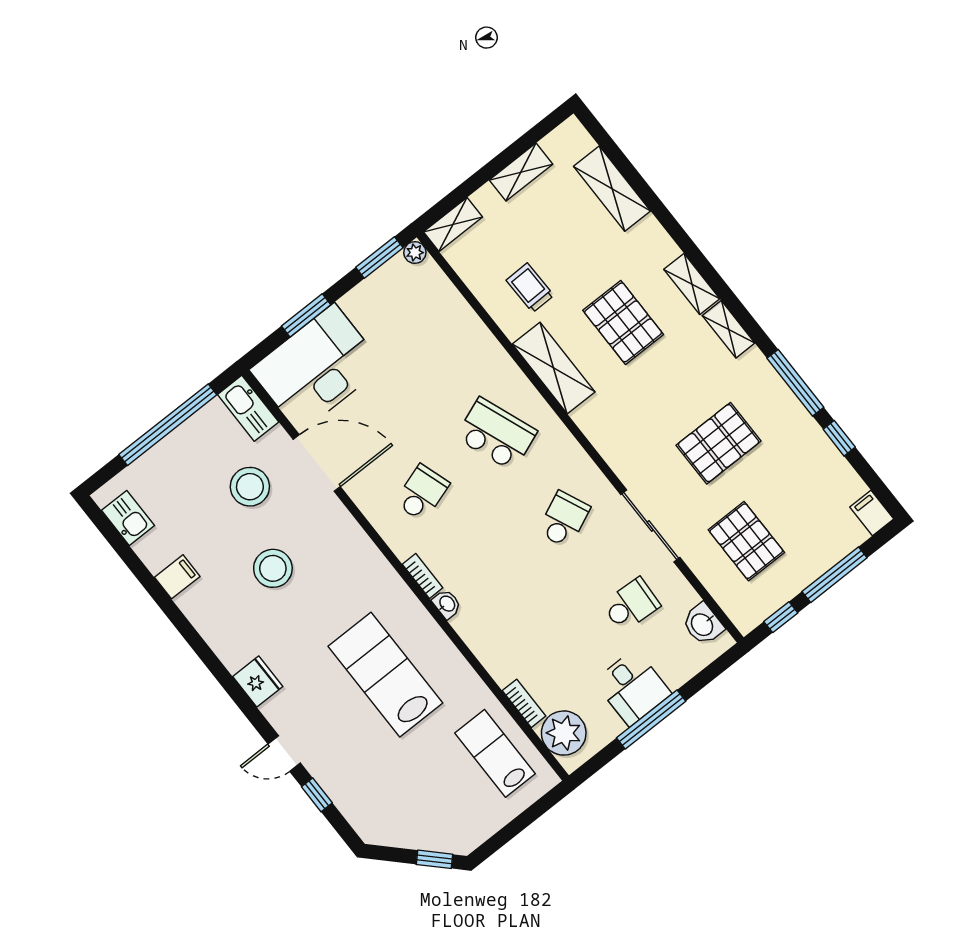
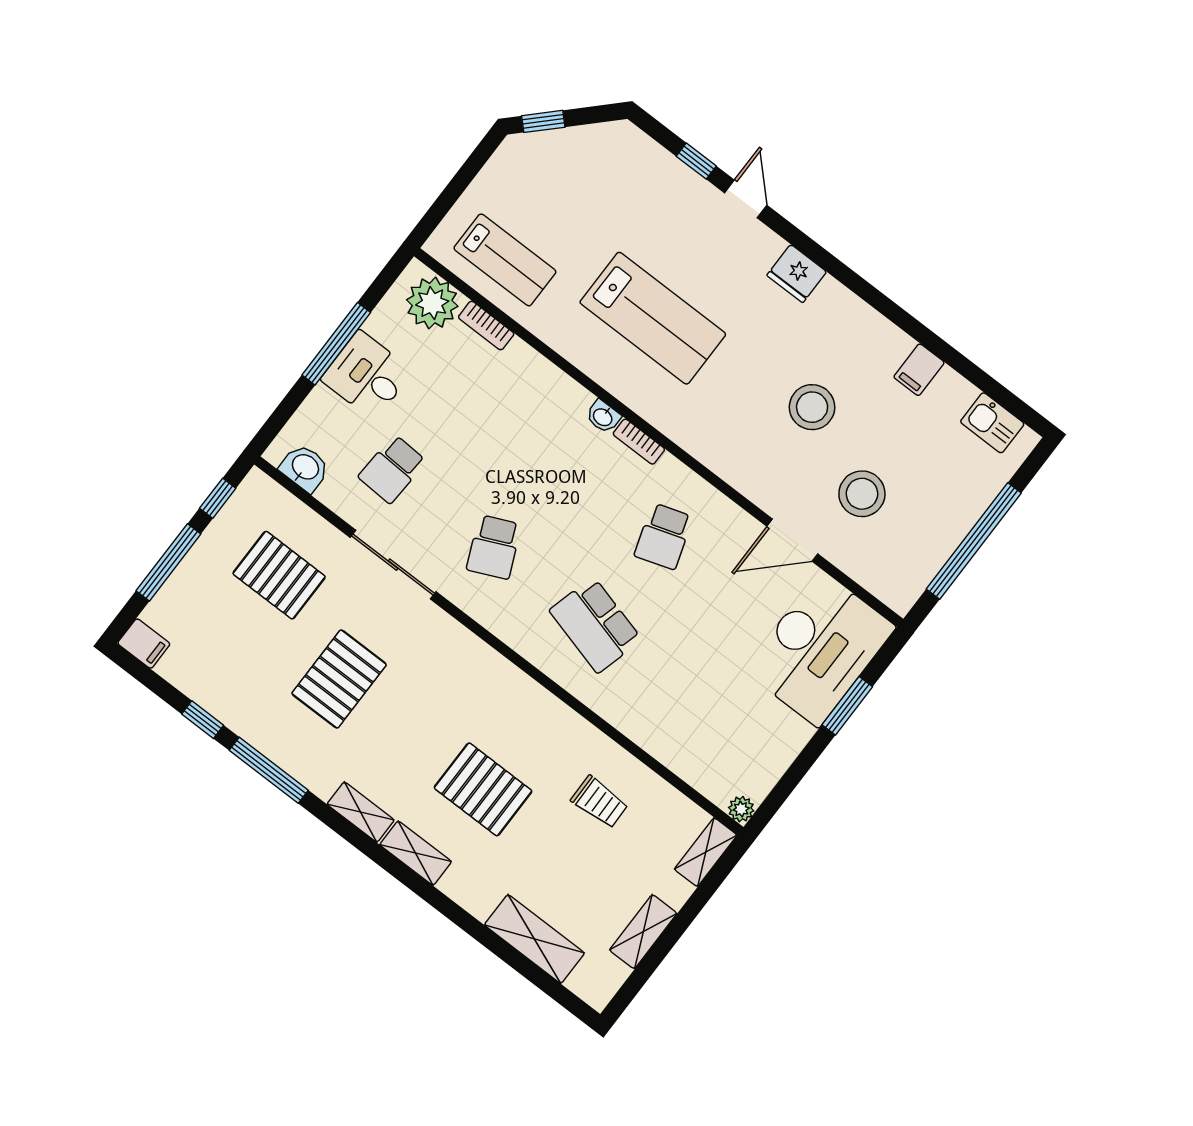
window: (379, 258) -> (780, 793), removed
shelving: (554, 368) -> (549, 717), removed
kitchen sink: (248, 408) -> (887, 583), removed
school desk: (496, 434) -> (596, 625), turned 36
door: (317, 463) -> (792, 540), width x0.73
door: (284, 753) -> (746, 199), hinge flipped

